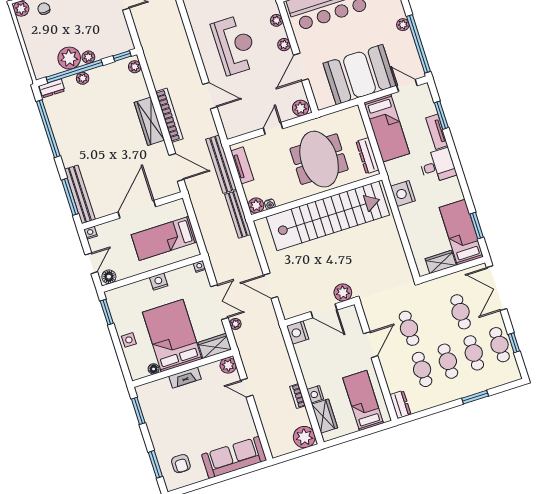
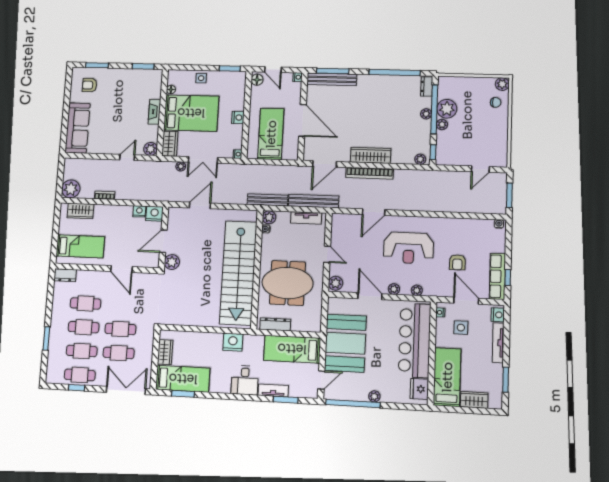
cafe table: (409, 328) -> (120, 329), moved
nightstand: (315, 394) -> (139, 211), moved

